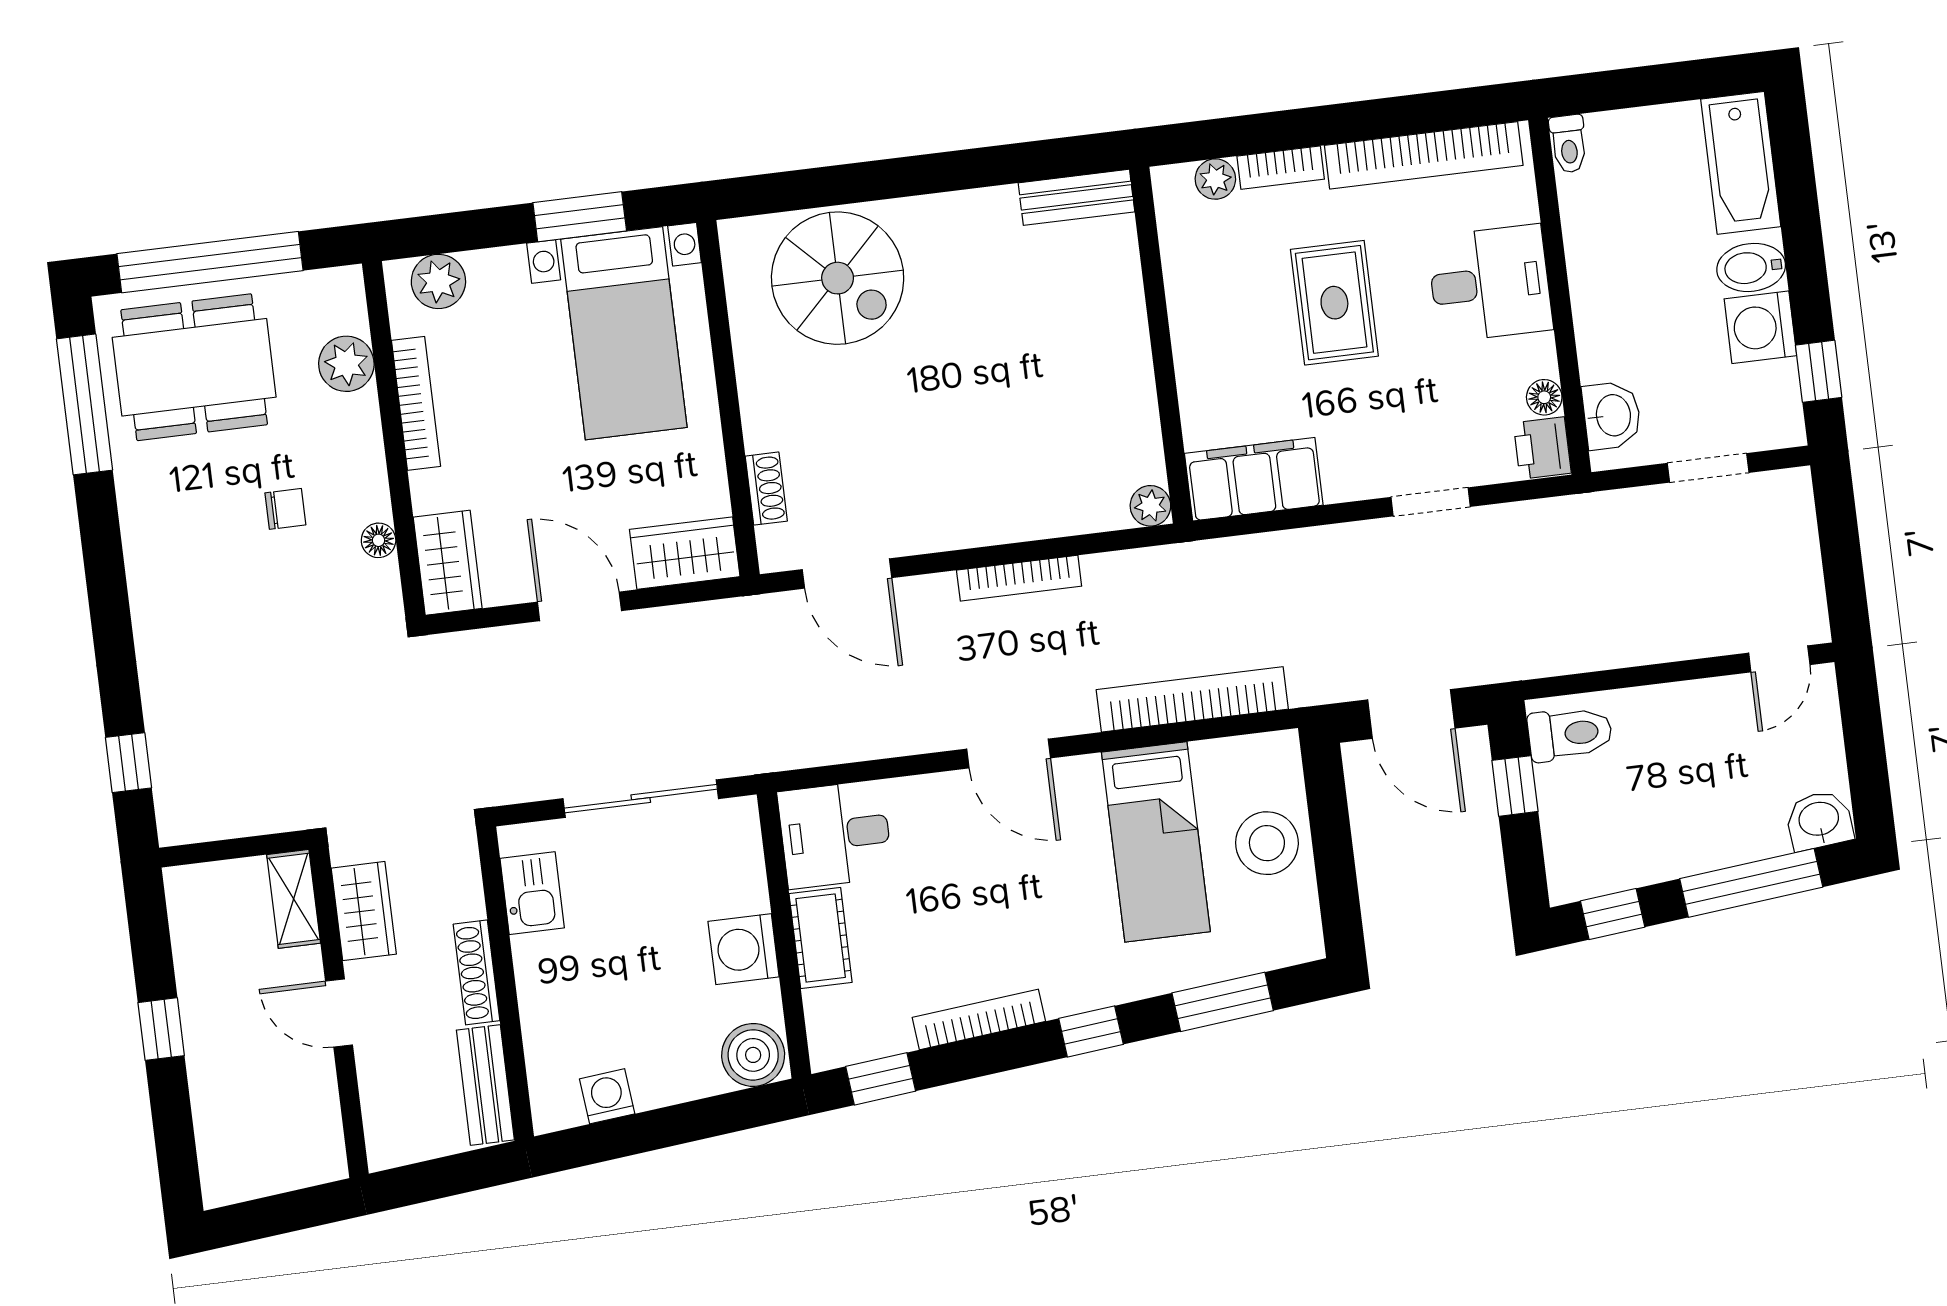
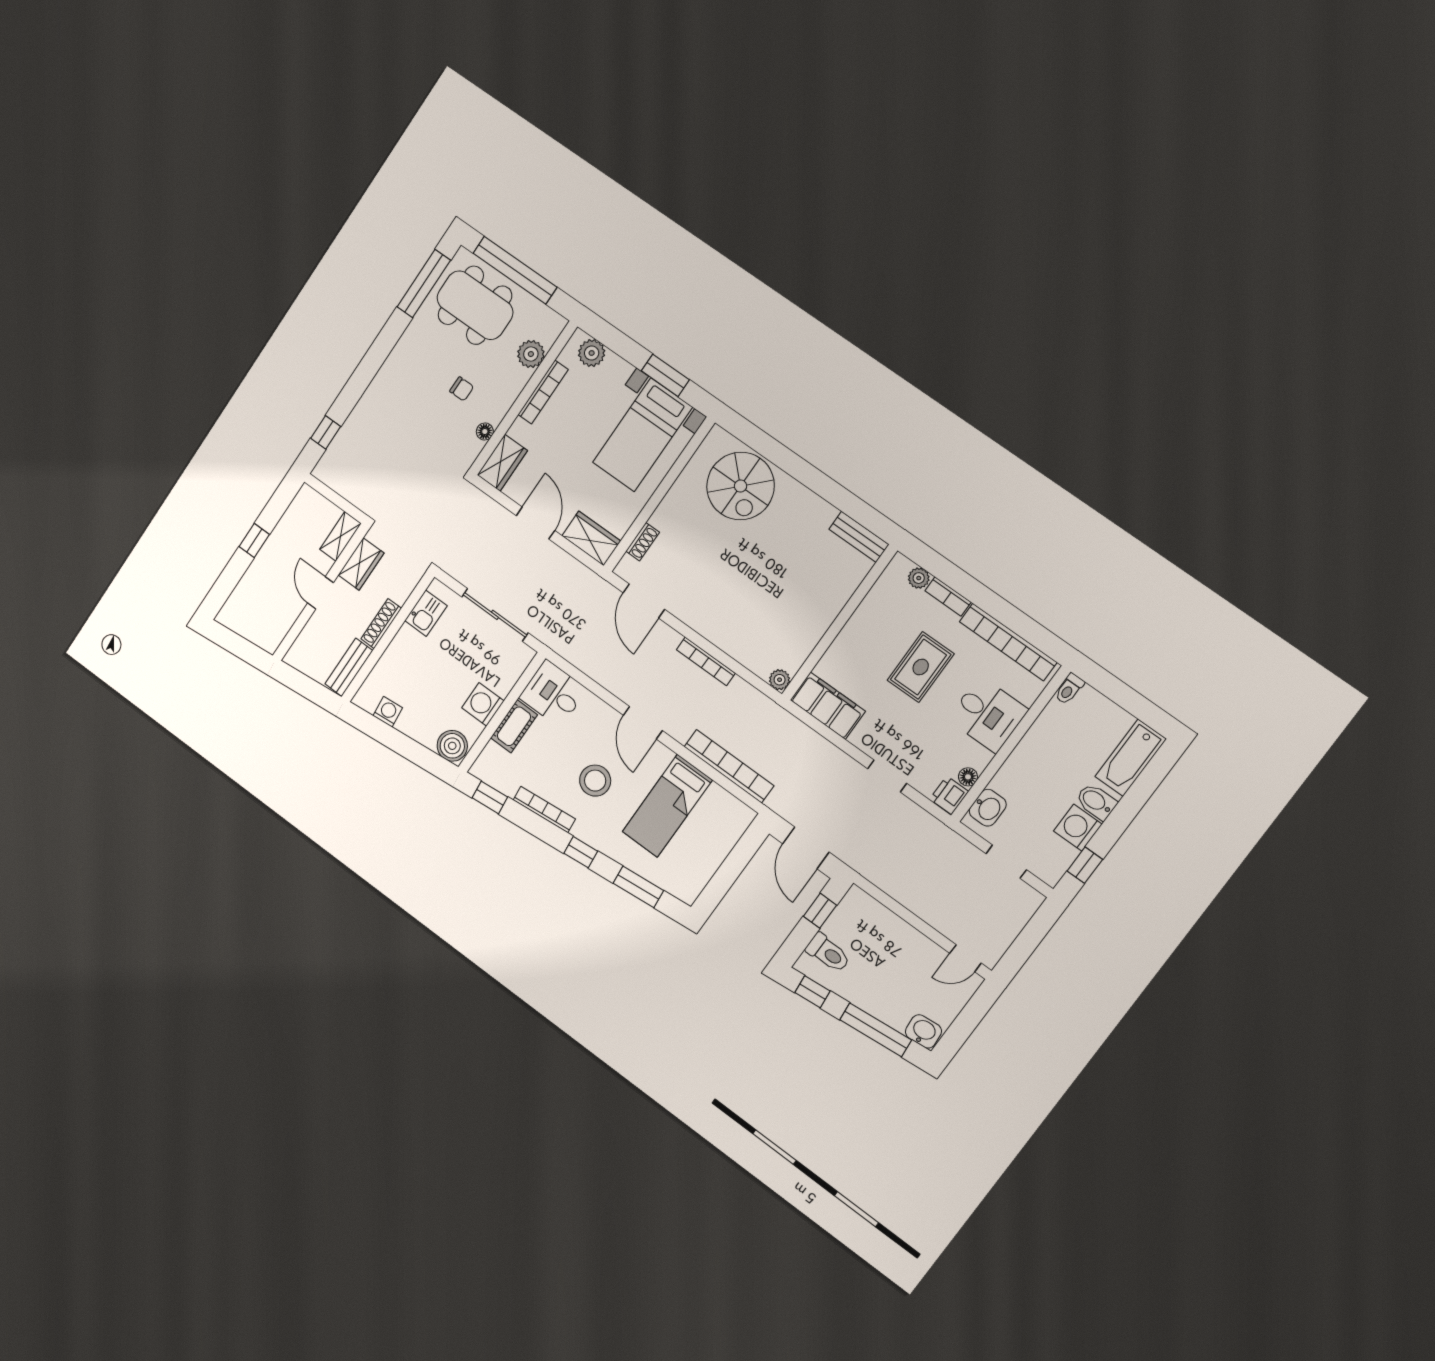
toilet: (1570, 734) -> (828, 953), moved
stool: (1267, 843) -> (595, 781), moved

